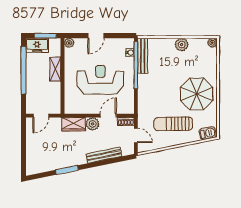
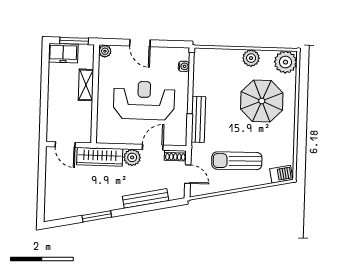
door: (96, 36) -> (140, 43), hinge flipped
plant: (212, 43) -> (285, 62), width x1.88, depth x1.88
bench: (143, 56) -> (198, 119), moved
window: (23, 70) -> (45, 85), removed
parasol: (197, 94) -> (262, 101), moved
door: (41, 116) -> (65, 145), hinge flipped
wardrobe: (74, 124) -> (100, 157), width x1.50

